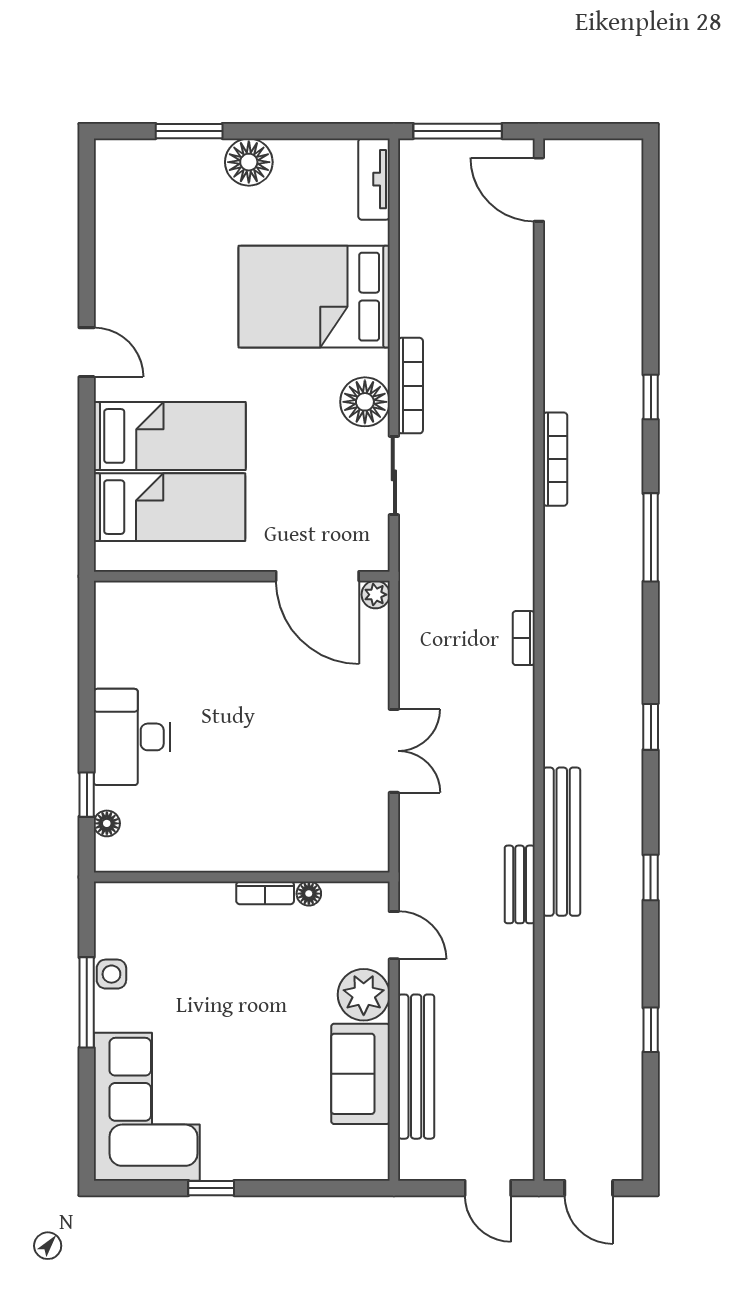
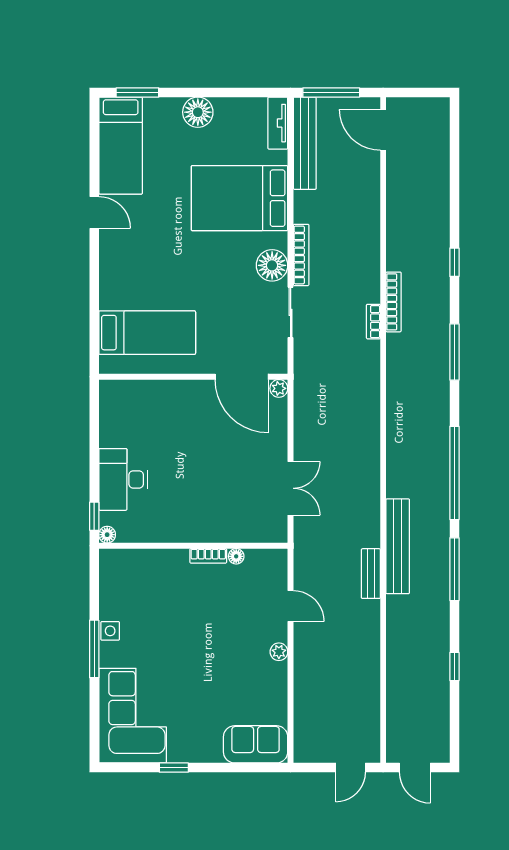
window: (189, 131) -> (137, 92), moved
door: (87, 352) -> (94, 213), moved
bed: (170, 436) -> (121, 146), moved, turned 90
bookcase: (524, 638) -> (373, 322), moved
window: (651, 727) -> (454, 473), width x3.17
wall: (242, 877) -> (193, 546), moved
window: (651, 878) -> (454, 569), width x2.17
bookcase: (265, 893) -> (208, 556), moved
floor lamp: (309, 894) -> (236, 556), moved
plant: (364, 995) -> (279, 652), width x0.53, depth x0.53
bench: (416, 1067) -> (305, 143), moved
sofa: (360, 1074) -> (256, 744), moved, turned 90
door: (488, 1188) -> (351, 768), hinge flipped

